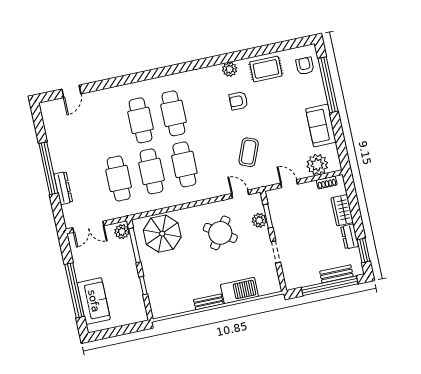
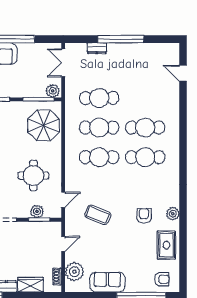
dresser: (63, 188) -> (97, 48), width x0.70
round table: (220, 233) -> (33, 176), turned -34

